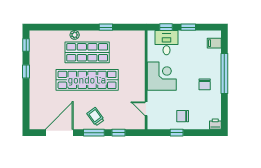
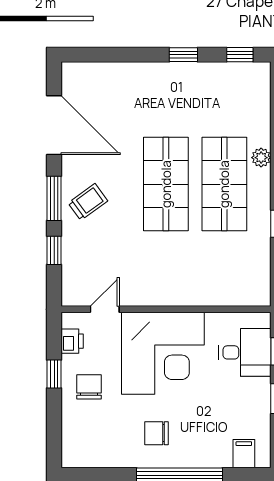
corner desk: (162, 76) -> (163, 353), width x1.36, depth x1.36
shop shelf: (87, 80) -> (166, 184), width x0.71
printer: (215, 124) -> (72, 341), moved

